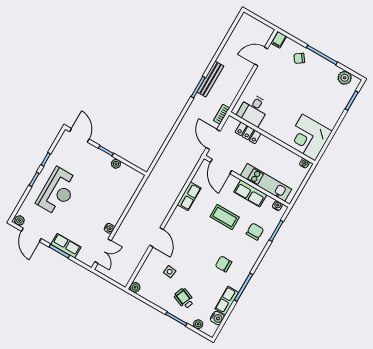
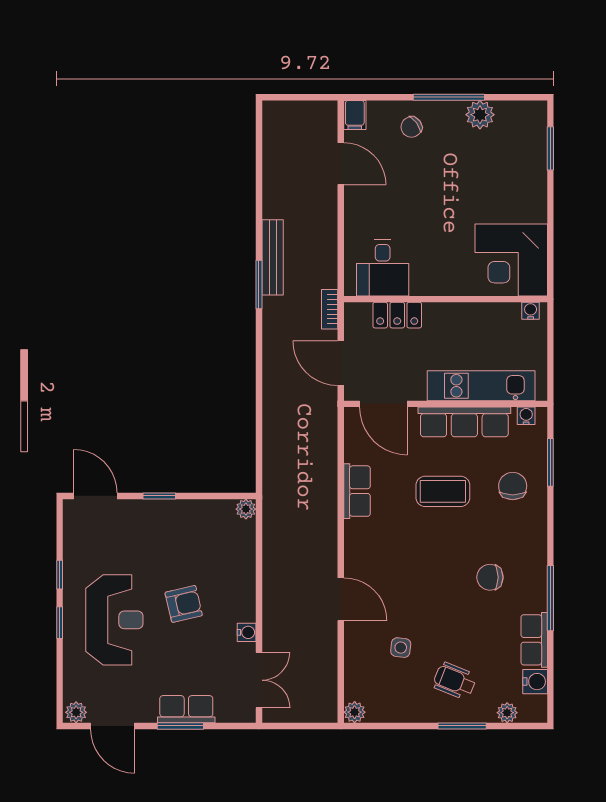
door: (261, 57) -> (341, 164), swing flipped
plant: (345, 78) -> (480, 115), moved
plant: (116, 164) -> (246, 509), moved
row of seats: (250, 193) -> (464, 422), width x1.48
armchair: (90, 201) -> (184, 604), added

